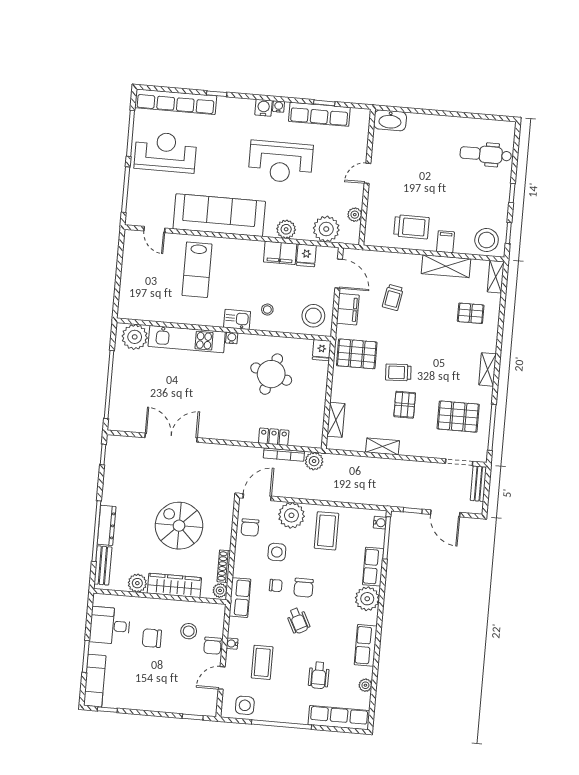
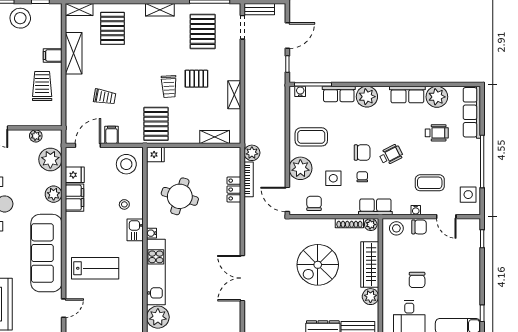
stool: (487, 240) -> (20, 18), moved
filing cabinet: (348, 309) -> (112, 135), width x0.50
pallet: (471, 313) -> (112, 28), width x1.50, depth x1.42
chair: (250, 527) -> (314, 203), turned -90
stool: (189, 631) -> (396, 228), moved
plant: (365, 685) -> (437, 97), width x1.87, depth x1.87

